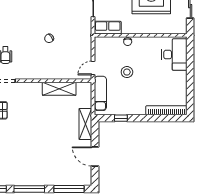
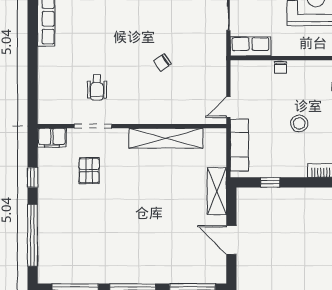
stool: (127, 72) -> (299, 123), moved
shelving: (59, 89) -> (166, 138), width x1.47

